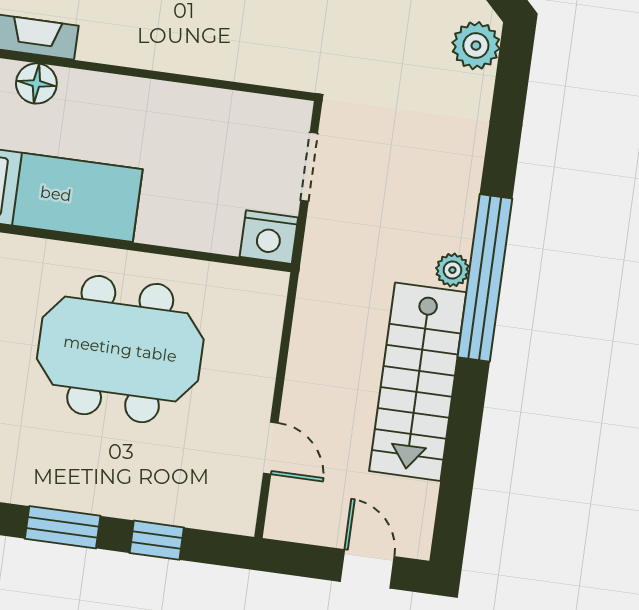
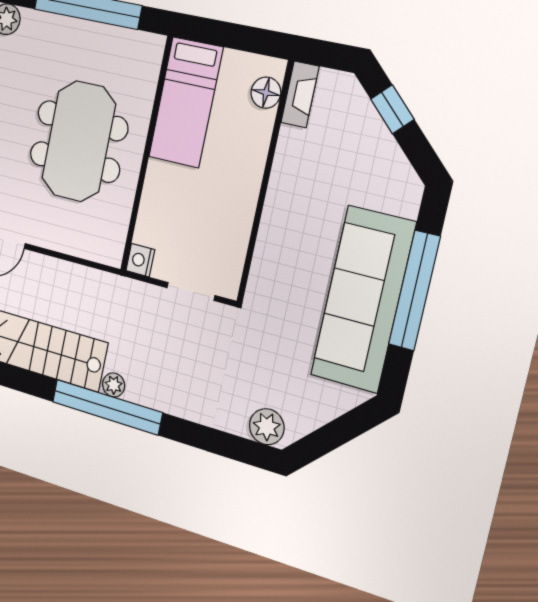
nightstand: (269, 237) -> (140, 260), width x0.74, depth x0.75

